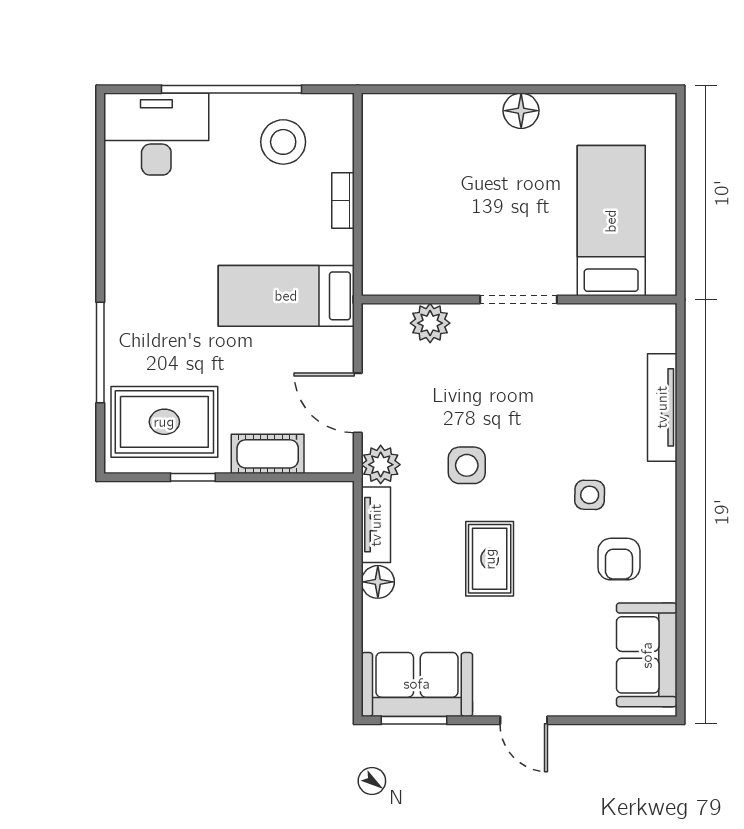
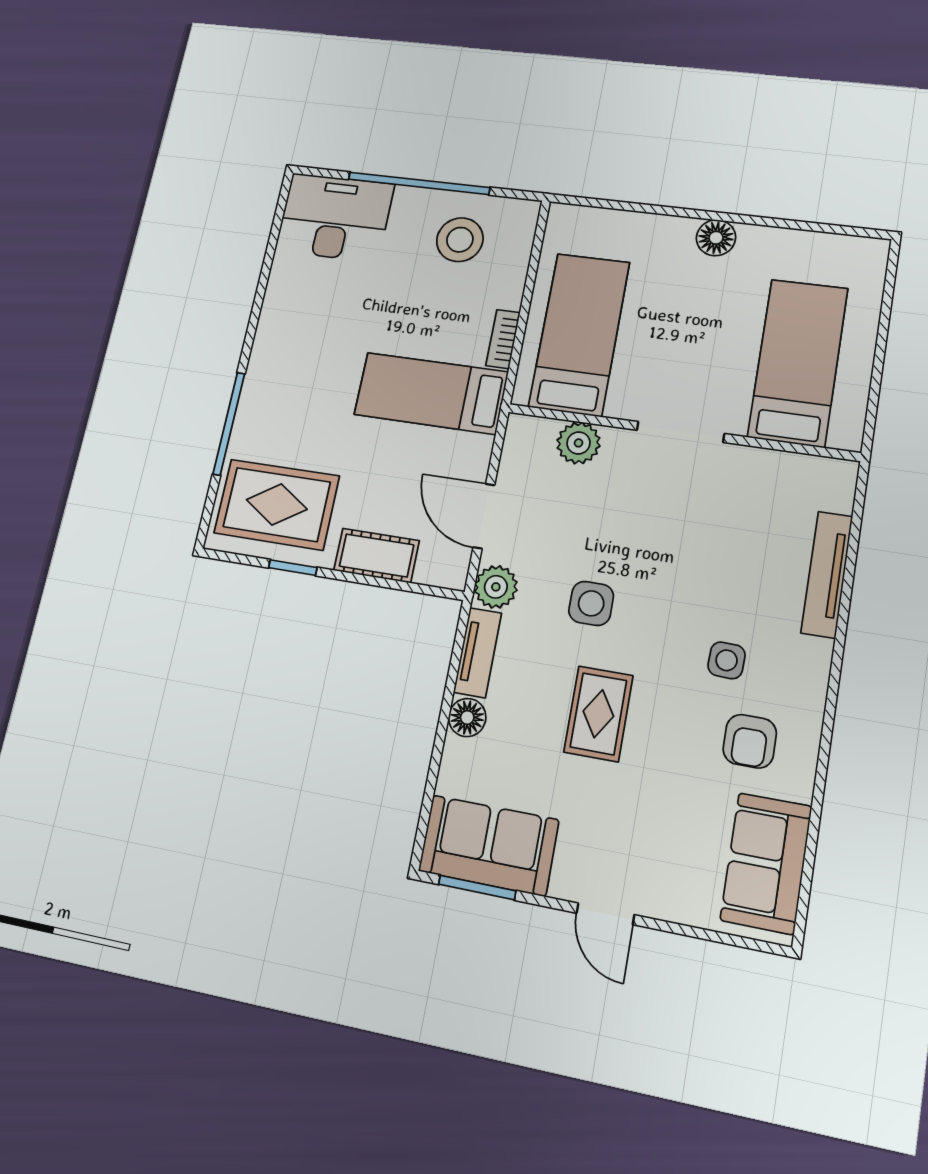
bookcase: (343, 201) -> (503, 339), moved
bed: (412, 220) -> (579, 334), added

